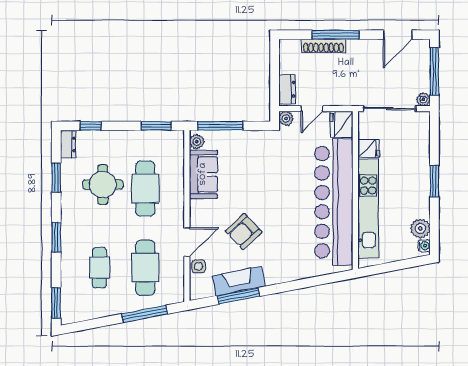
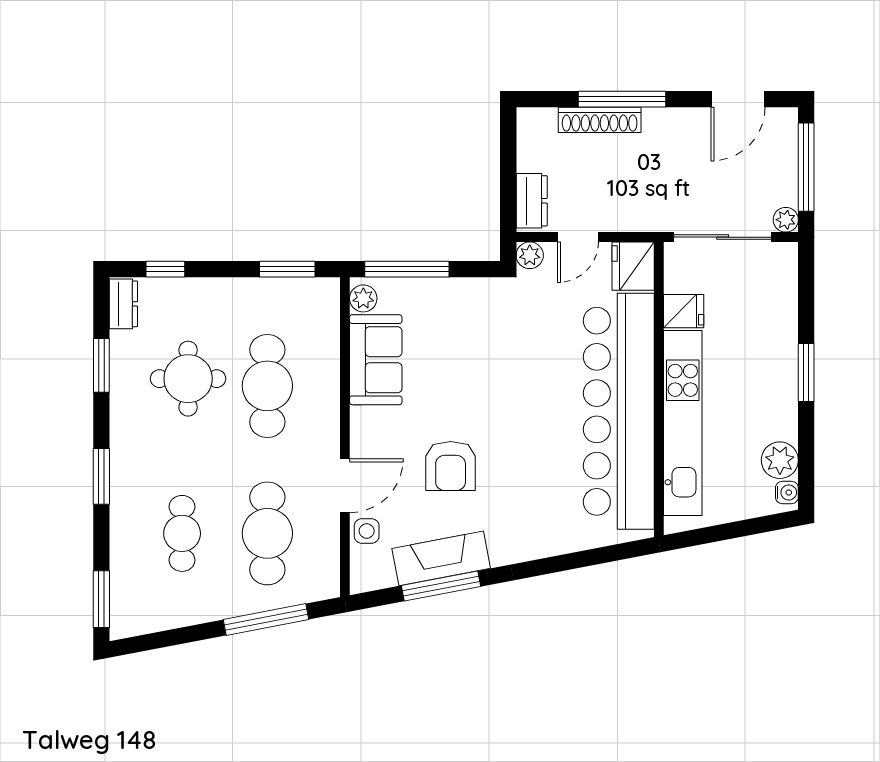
armchair: (244, 232) -> (451, 466), turned -47

